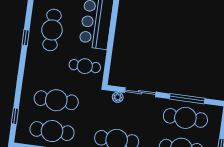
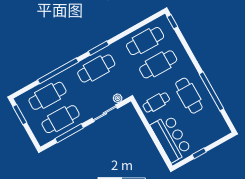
cafe table: (52, 30) -> (189, 96), moved
window: (26, 38) -> (211, 91), width x3.17
window: (15, 116) -> (172, 22), moved

